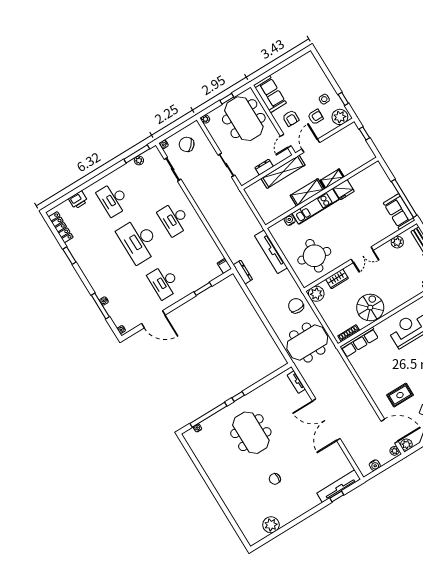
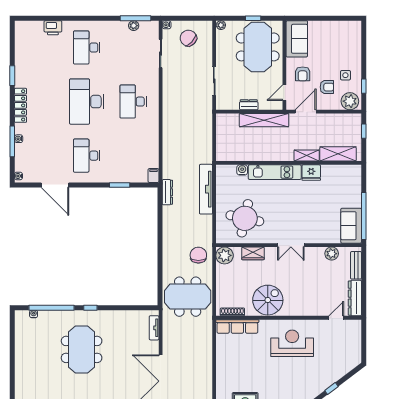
shelving: (307, 192) -> (338, 154), moved
locker: (61, 227) -> (20, 105), moved

